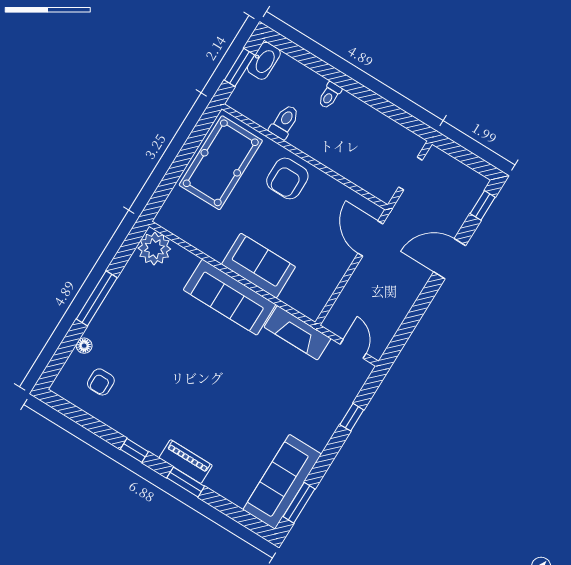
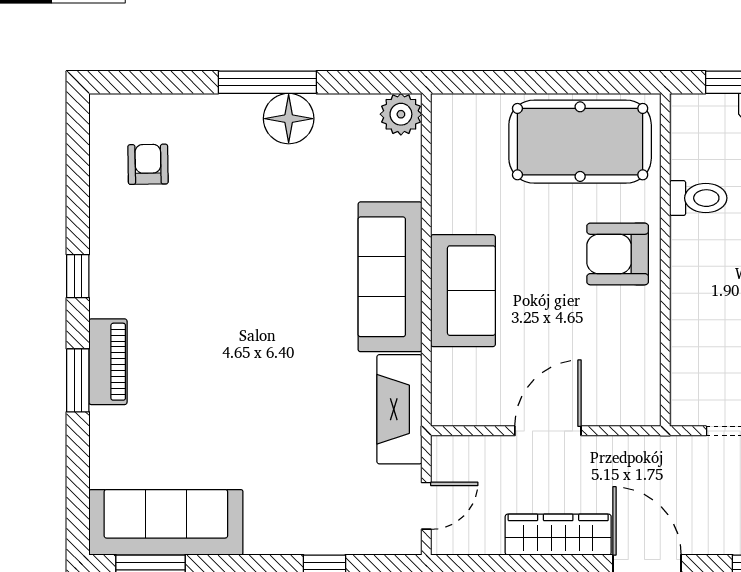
door: (370, 239) -> (548, 431), moved
plant: (154, 249) -> (401, 114), width x0.73, depth x0.73
wardrobe: (407, 293) -> (558, 535), added
floor lamp: (84, 346) -> (289, 119), moved, width x1.89, depth x1.89
armchair: (101, 382) -> (148, 164), turned 89

